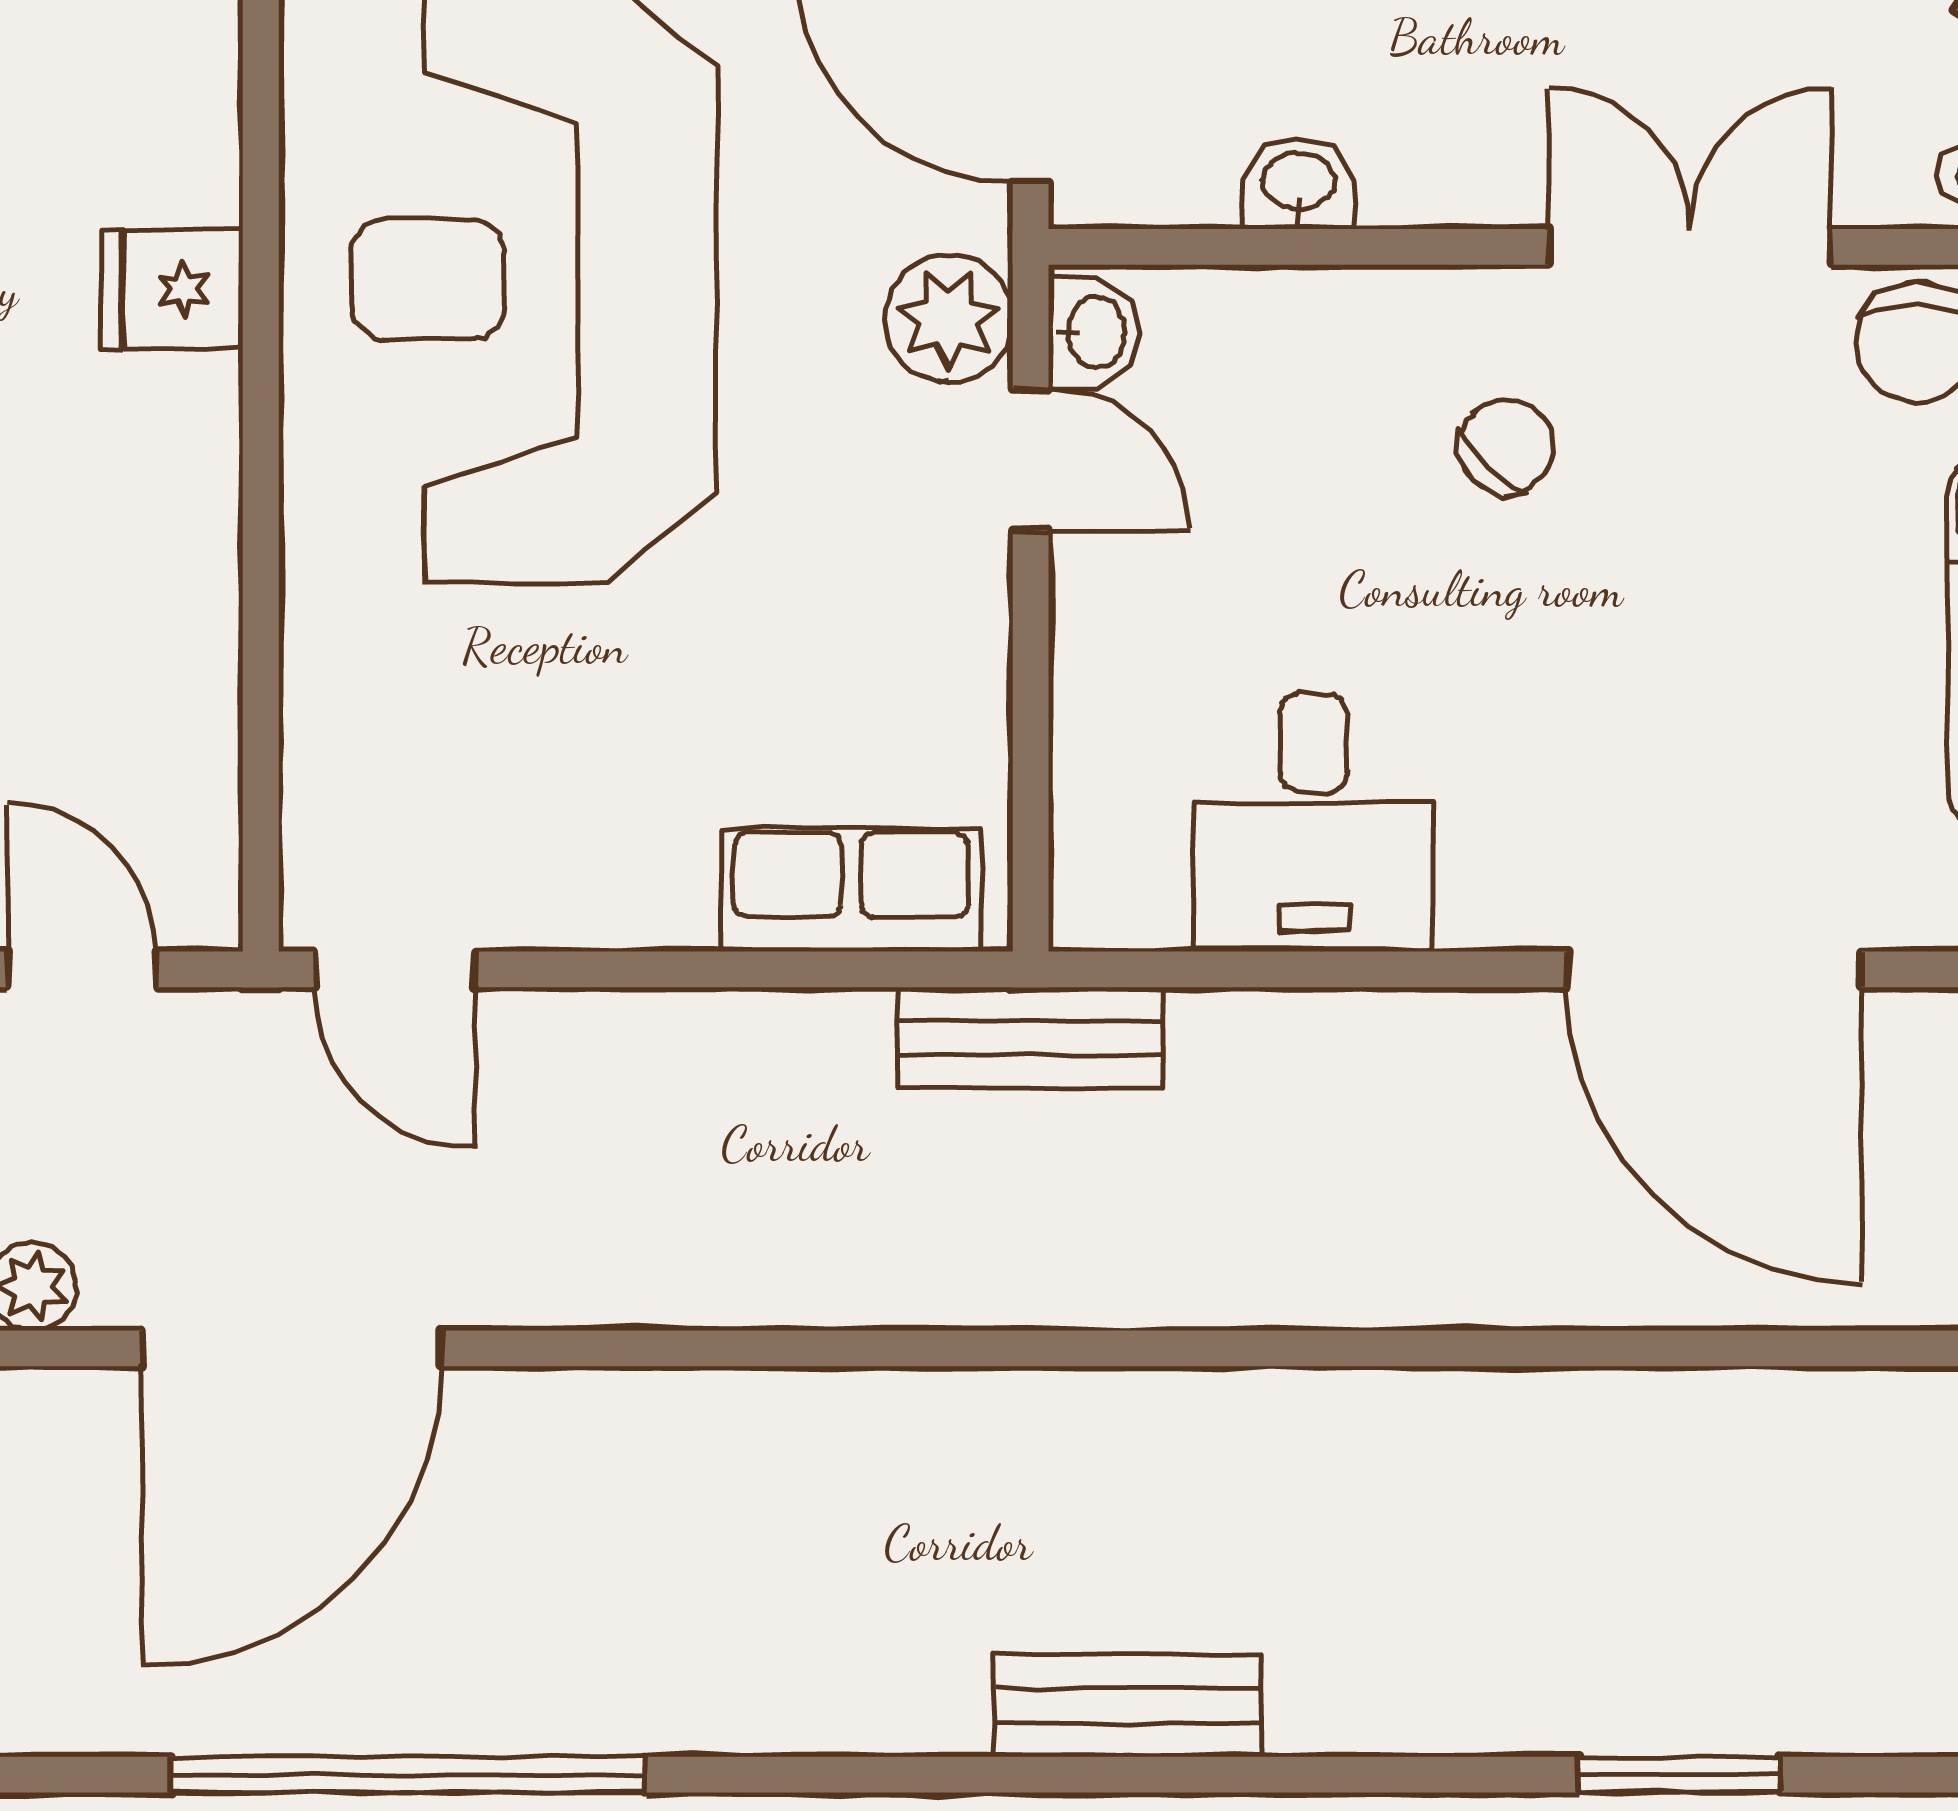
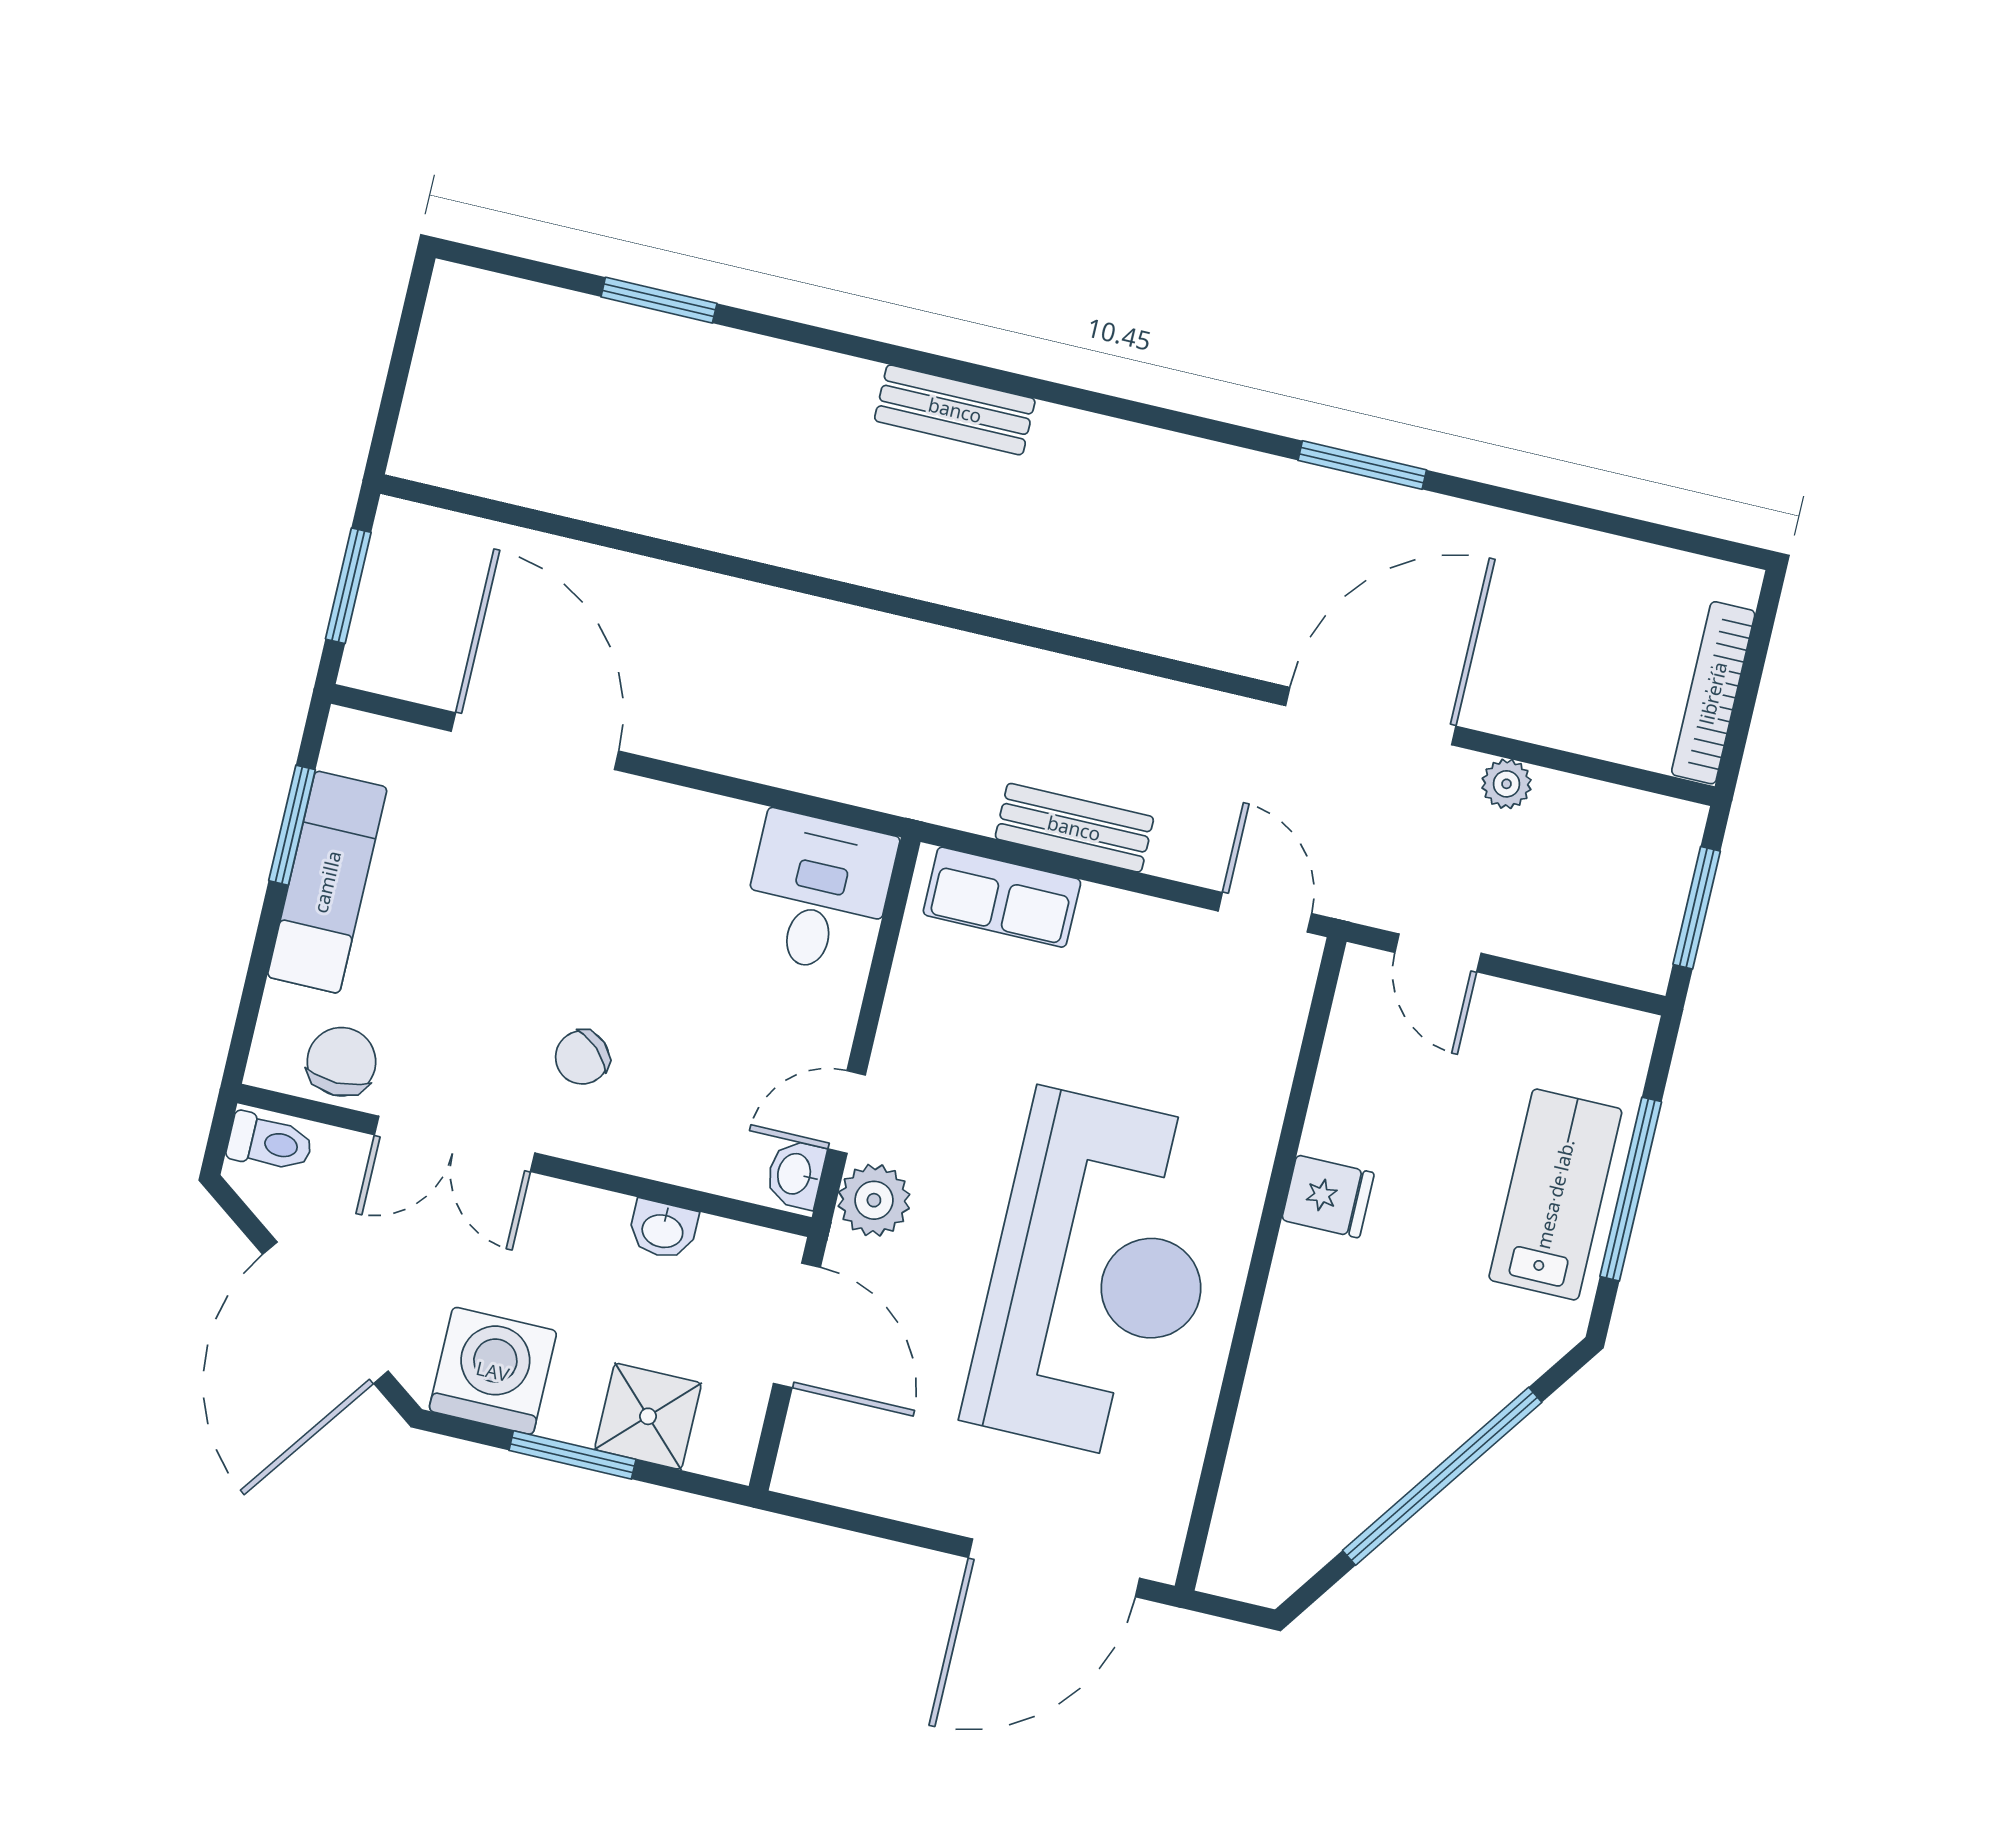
fridge: (172, 289) -> (1328, 1196), moved
door: (1031, 459) -> (847, 1112), hinge flipped
desk: (1313, 823) -> (818, 893), moved
bench: (1030, 1038) -> (1074, 828), moved
window: (408, 1775) -> (1362, 465), width x0.47

